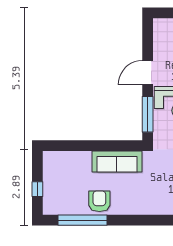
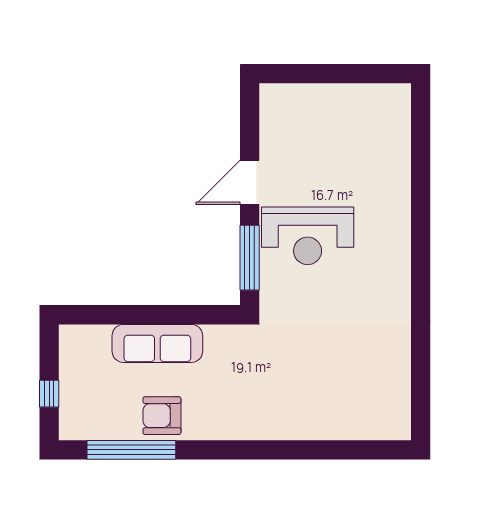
sofa: (117, 162) -> (157, 343), moved
armchair: (99, 201) -> (162, 416), turned -90

